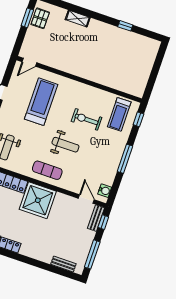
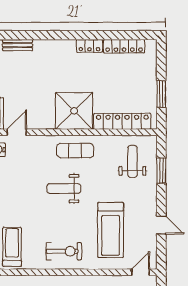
exercise bike: (86, 119) -> (64, 251), moved
door: (86, 199) -> (17, 132), swing flipped

